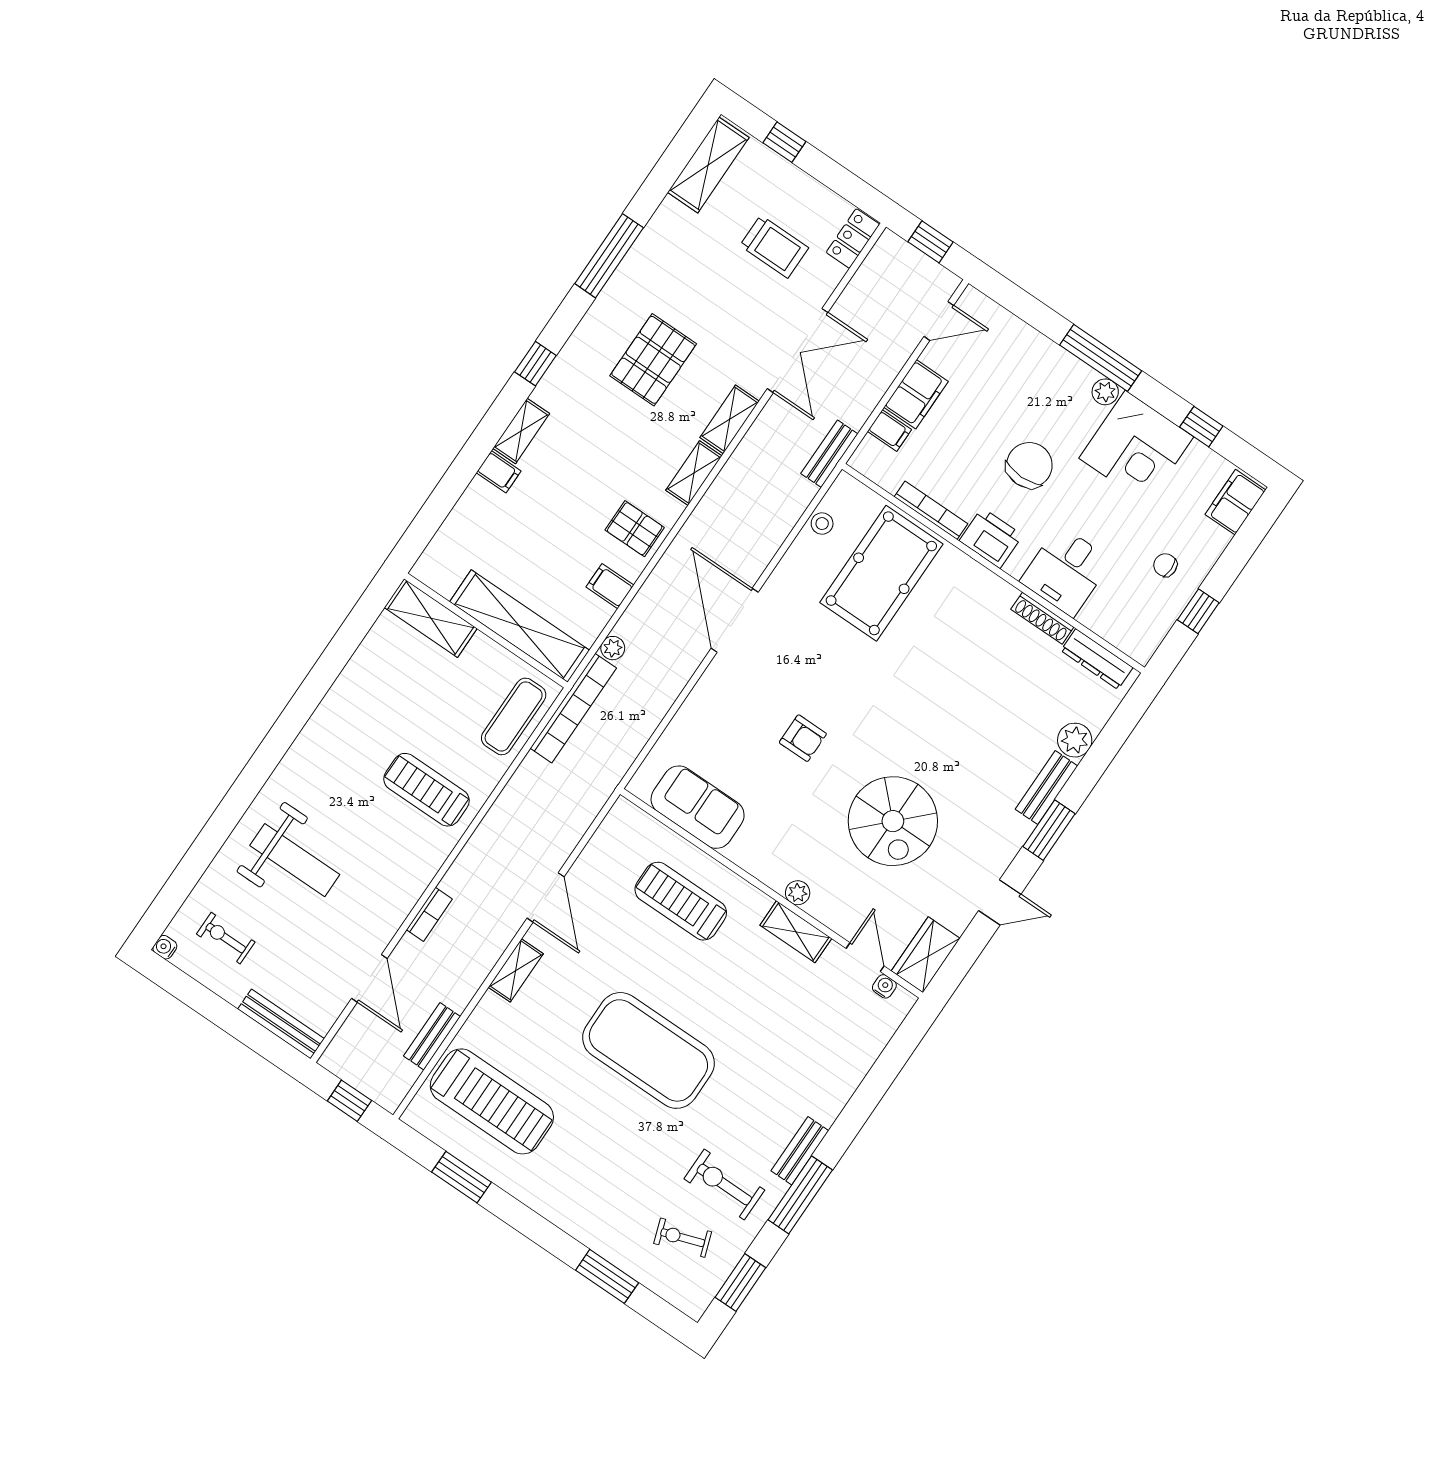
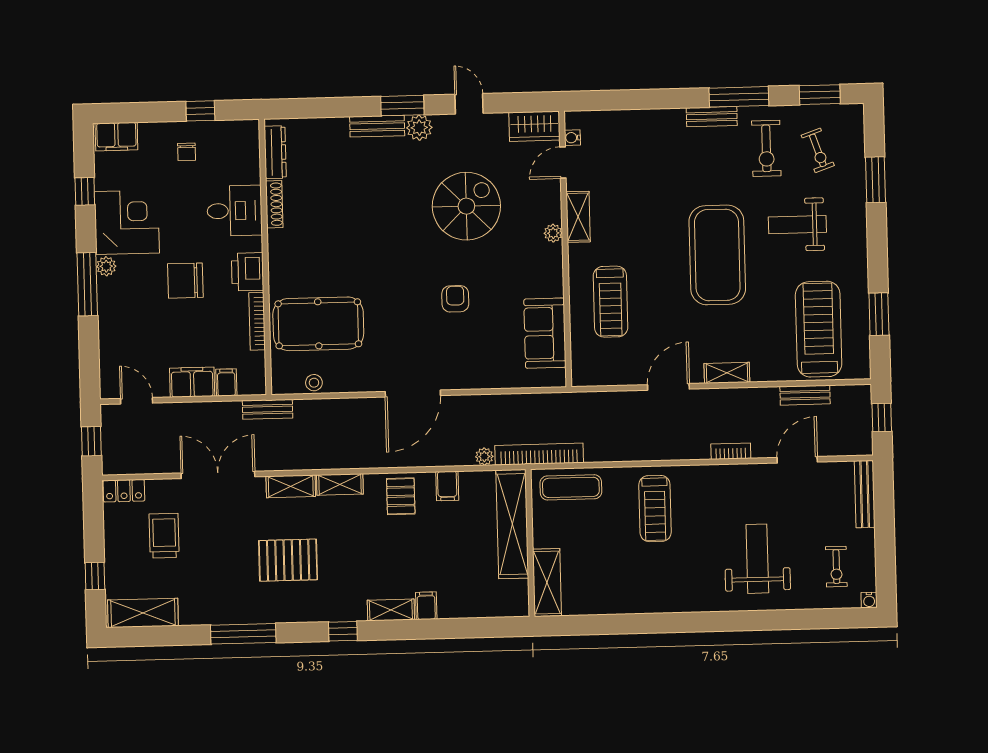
plant: (1075, 740) -> (419, 128), moved
weight bench: (619, 1159) -> (797, 225), added

